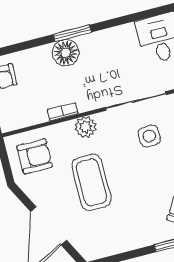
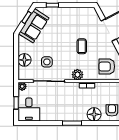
floor lamp: (66, 53) -> (94, 114), moved
coffee table: (91, 182) -> (82, 46), width x0.54, depth x0.58

